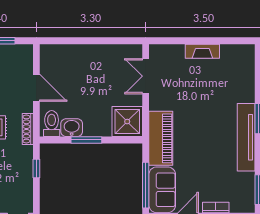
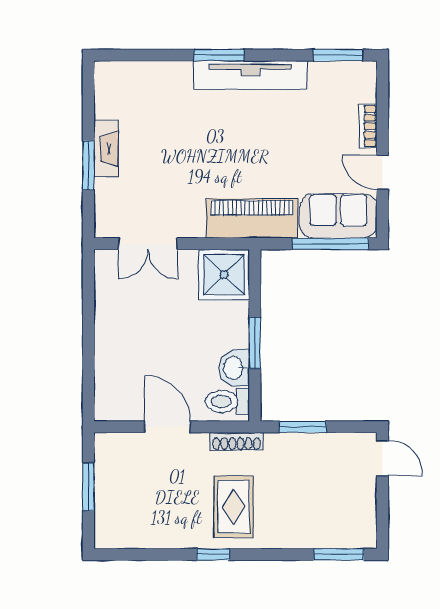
window: (192, 41) -> (88, 165), added
door: (36, 88) -> (167, 427), hinge flipped
window: (36, 169) -> (303, 427), width x1.50

